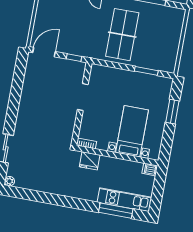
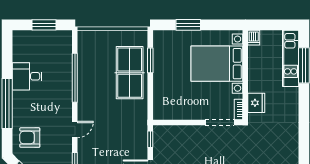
table tennis table: (122, 35) -> (130, 73), moved, turned 90
doorway: (83, 97) -> (220, 122), moved
bed with nightstands: (132, 131) -> (217, 64), width x1.36

